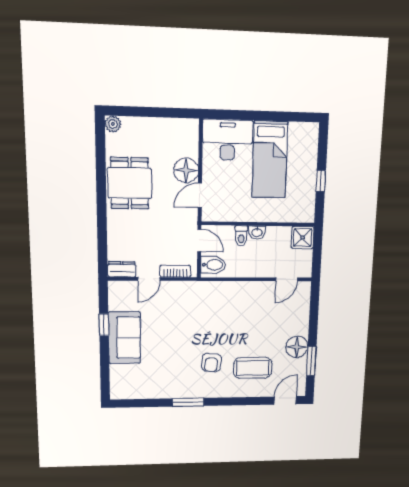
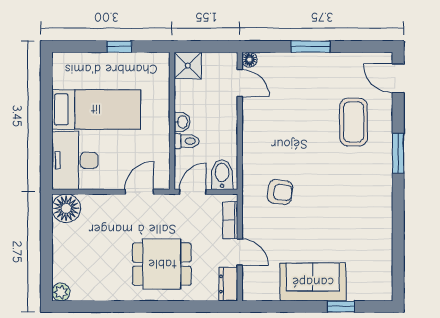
floor lamp: (186, 170) -> (66, 208), moved
dining table: (130, 183) -> (162, 264), moved
door: (200, 195) -> (139, 192), swing flipped
window: (104, 325) -> (341, 306), moved
floor lamp: (297, 347) -> (249, 60), moved, width x0.53, depth x0.53
window: (311, 361) -> (311, 47), moved
armchair: (211, 362) -> (280, 192), moved
window: (188, 402) -> (398, 153), moved

